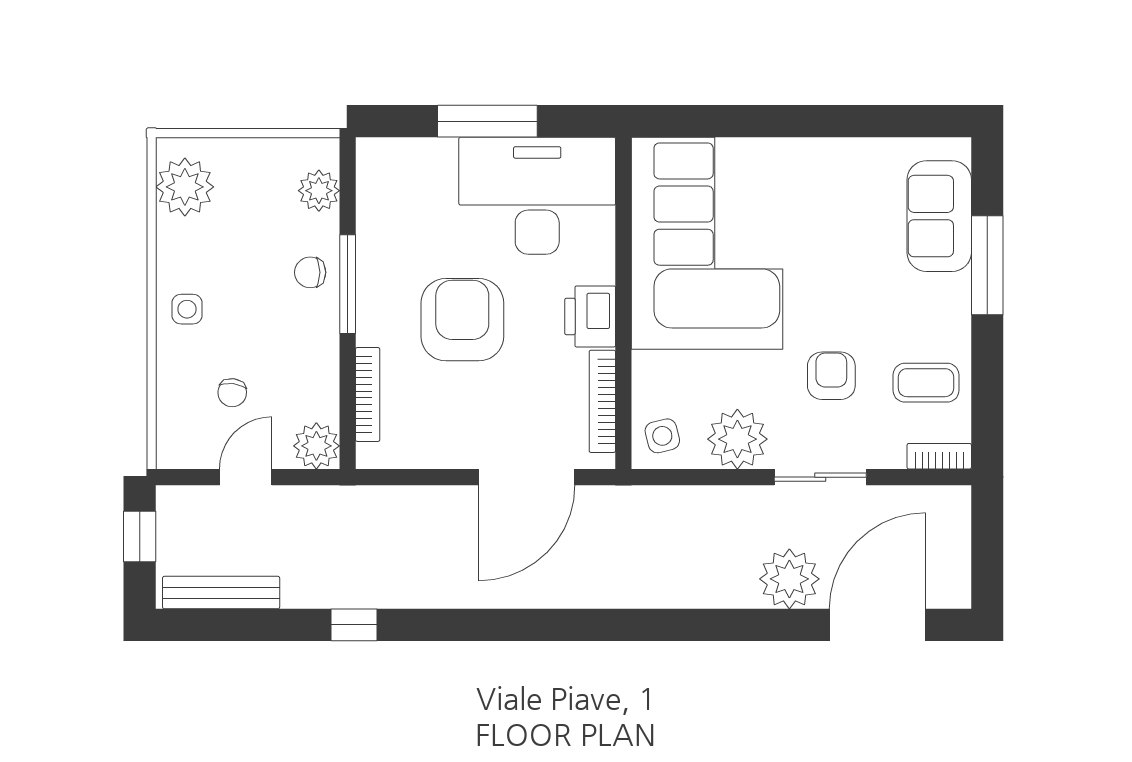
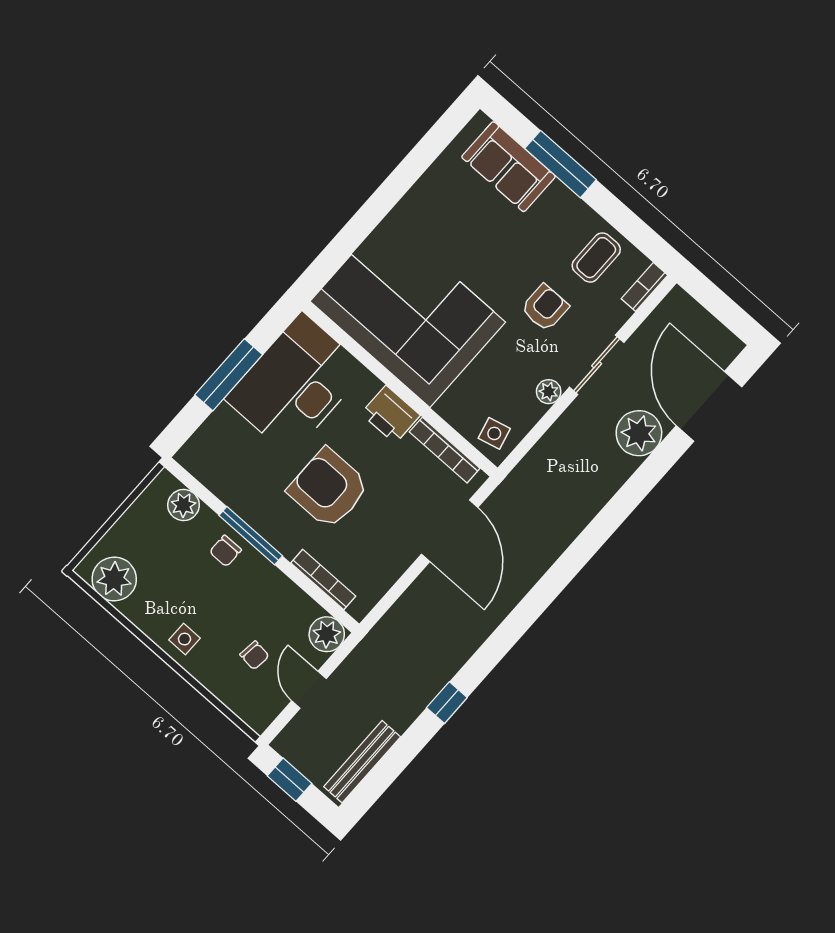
armchair: (831, 376) -> (545, 308), turned 90
plant: (737, 439) -> (549, 392), width x0.53, depth x0.53

